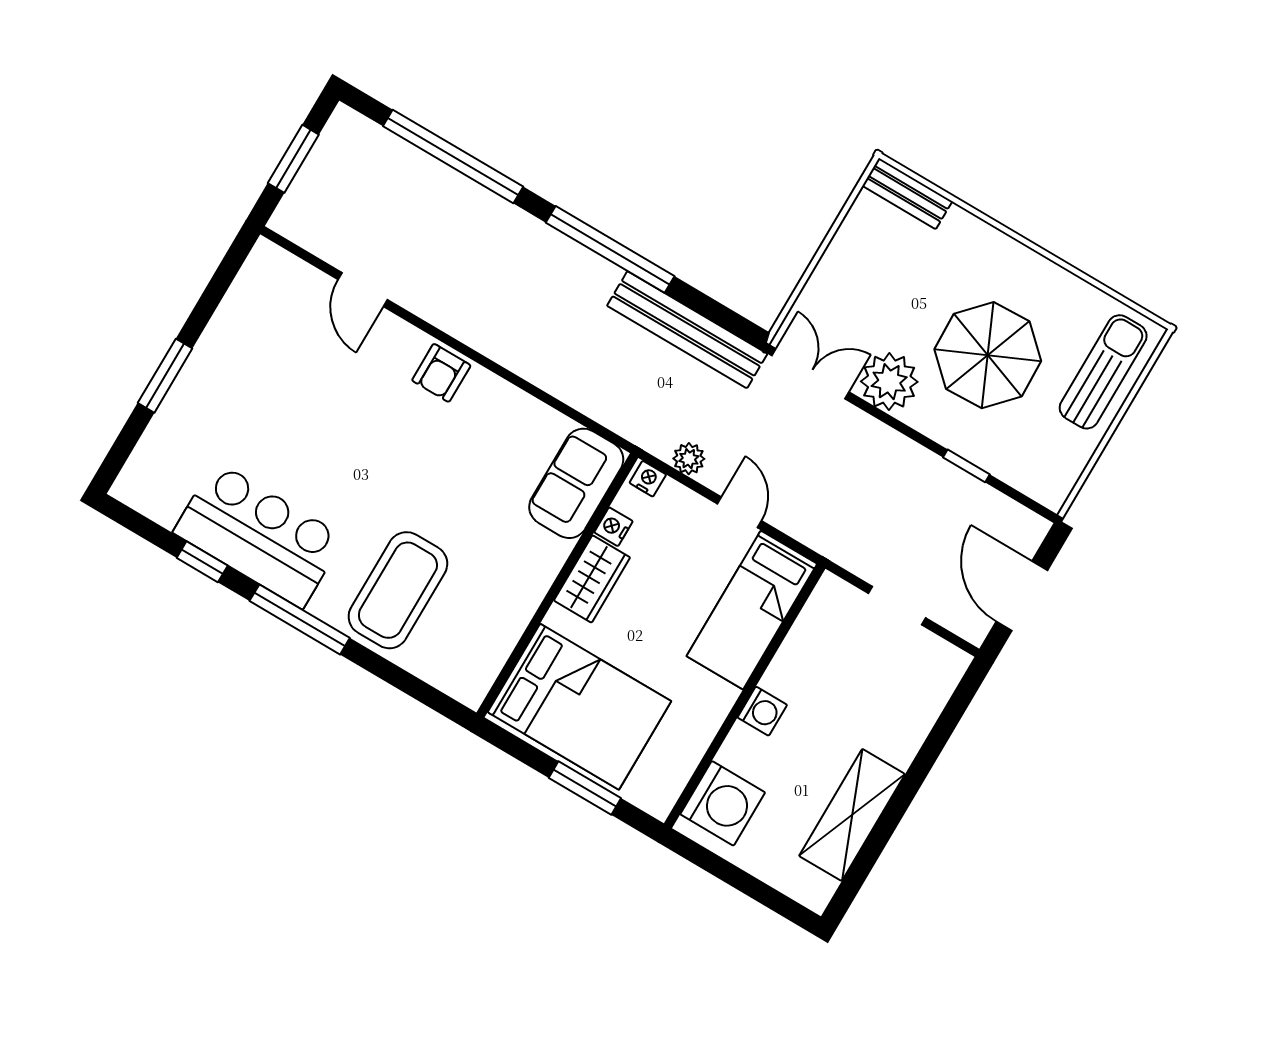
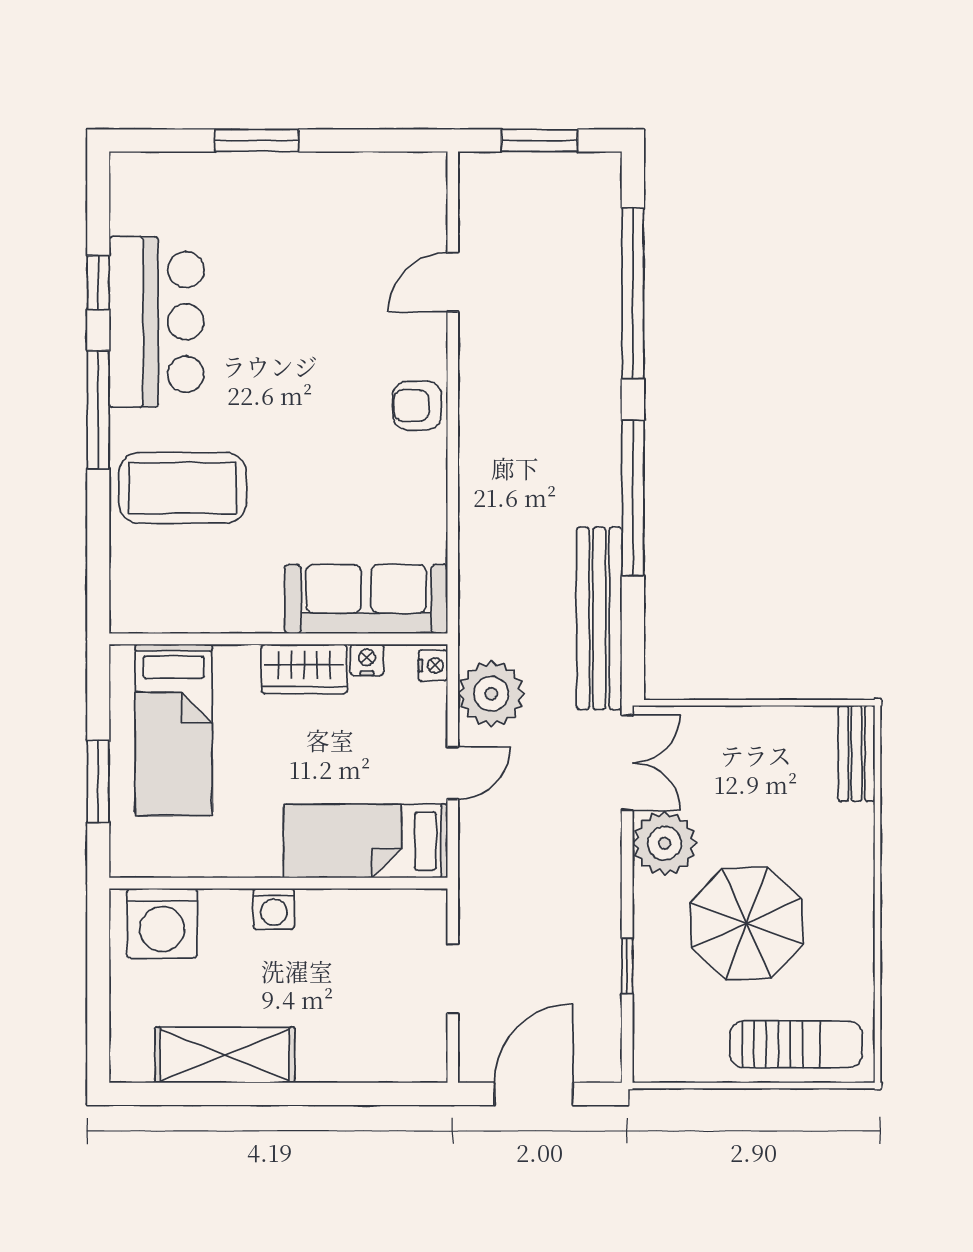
plant: (689, 459) -> (491, 694), width x1.87, depth x1.87
sofa: (576, 483) -> (366, 599), width x1.36
bed: (579, 707) -> (174, 730), width x0.67

